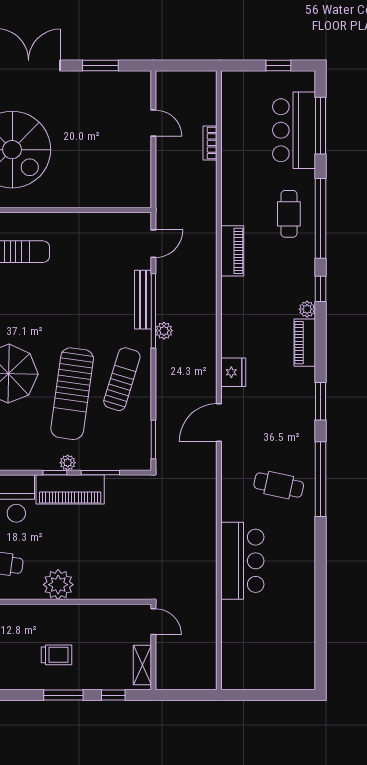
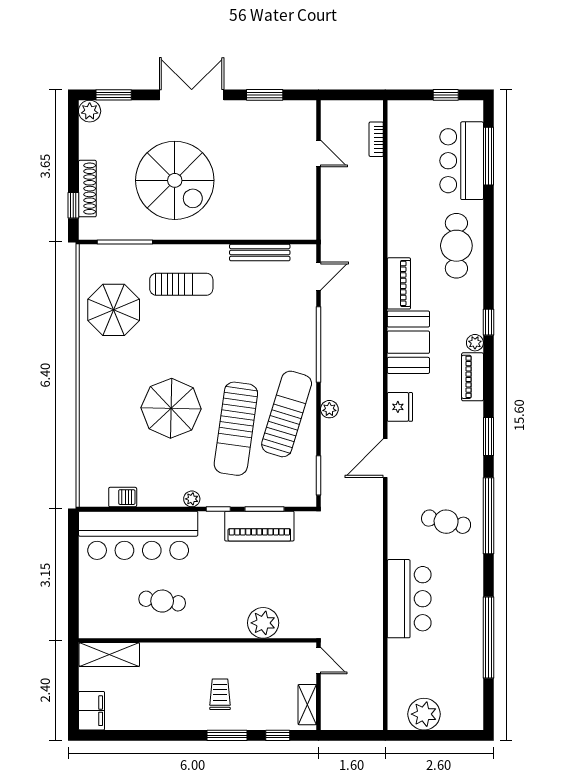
bookcase: (210, 143) -> (376, 139), moved
cafe table: (289, 214) -> (456, 246), width x1.37, depth x1.35
window: (320, 218) -> (489, 638), moved
bench: (143, 300) -> (260, 252), moved, turned 90
booth: (242, 309) -> (408, 342), added
plant: (164, 331) -> (329, 409), moved
sun lounger: (122, 379) -> (287, 414), width x1.36, depth x1.34
plant: (68, 463) -> (192, 499), moved
piano: (70, 489) -> (259, 526), moved
plant: (58, 585) -> (263, 623), moved
trolley: (56, 655) -> (220, 694), turned -90
plant: (257, 674) -> (424, 714), added

